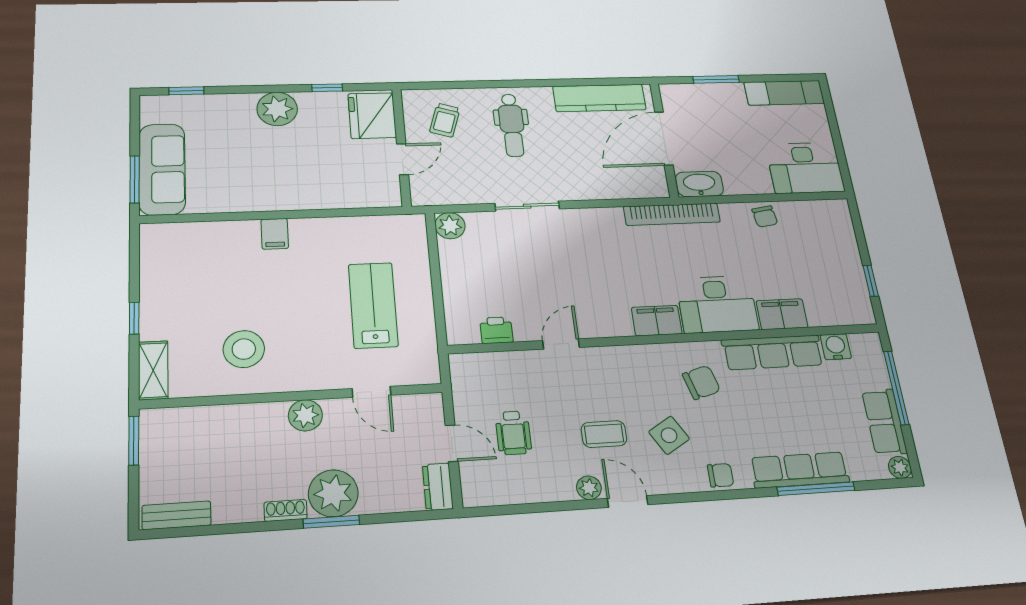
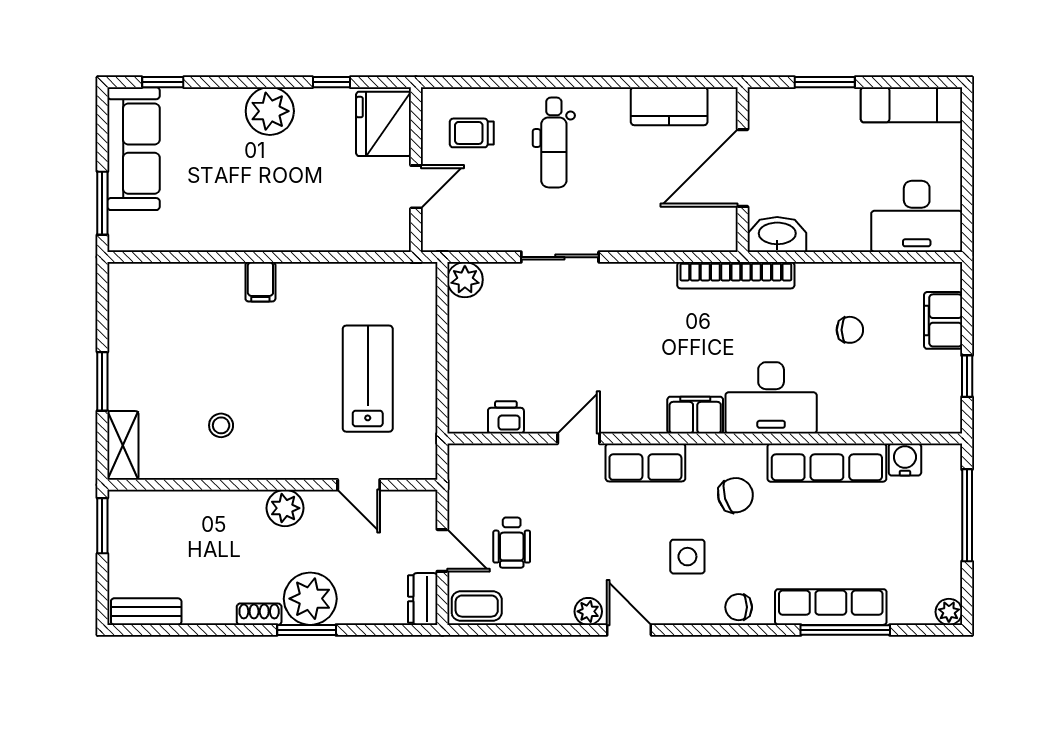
kitchen counter: (599, 98) -> (669, 106), width x0.67
trolley: (445, 120) -> (472, 133), turned 72
sofa: (162, 169) -> (133, 149), moved
chair: (765, 216) -> (850, 330), moved, turned -81
filing cabinet: (782, 314) -> (943, 320), moved, turned -90
window: (134, 318) -> (102, 381), width x1.50
stool: (244, 349) -> (221, 425), width x0.53, depth x0.53
row of seats: (884, 422) -> (645, 463), moved, turned -90
coffee table: (604, 434) -> (477, 606), moved
side table: (669, 435) -> (687, 557), turned 31
chair: (721, 475) -> (739, 607), turned 180

